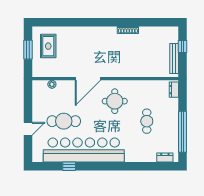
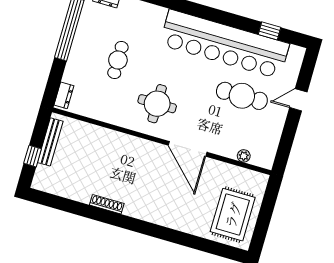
rug: (48, 46) -> (233, 215), width x1.36, depth x1.43
window: (28, 50) -> (264, 218), removed
door: (88, 79) -> (188, 149), swing flipped
window: (69, 166) -> (270, 31), moved

